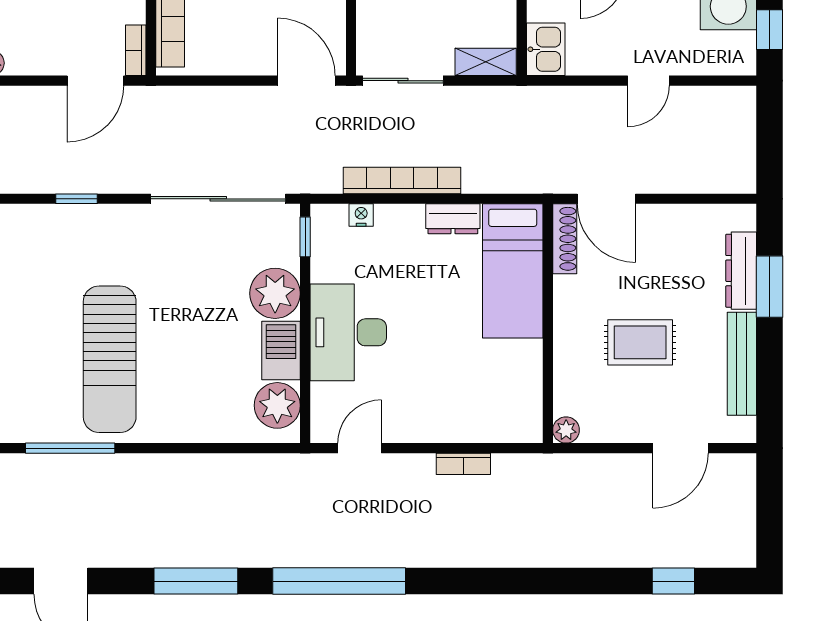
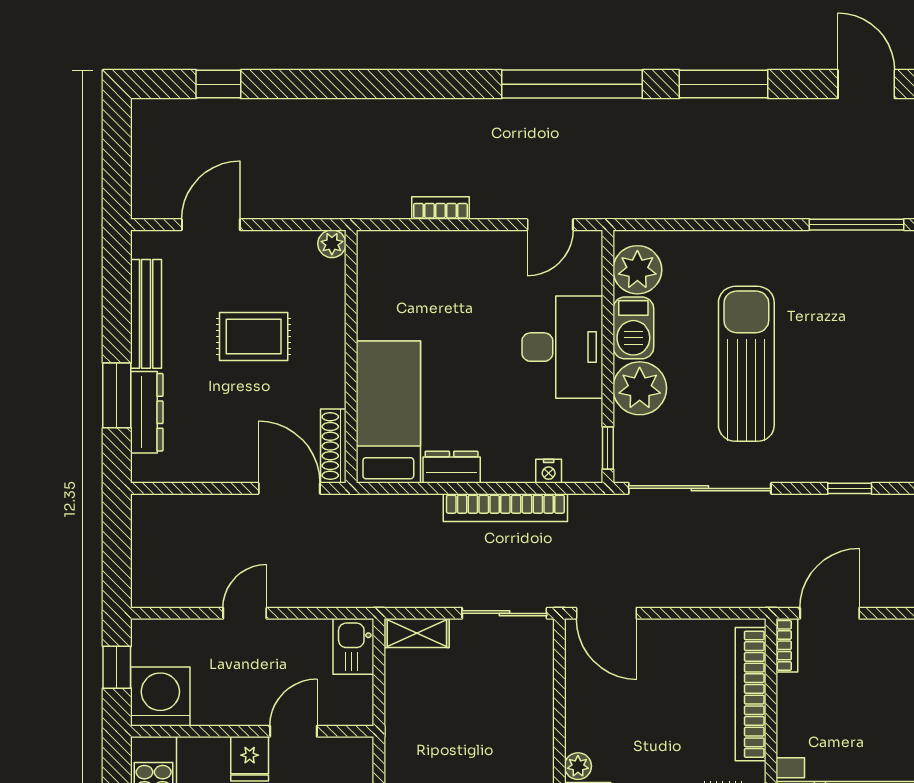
sun lounger: (110, 359) -> (746, 364), moved

